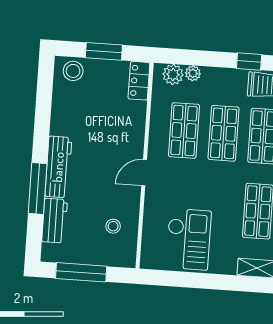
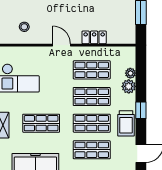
plant: (173, 74) -> (129, 86), moved
locker: (139, 81) -> (94, 37), moved

